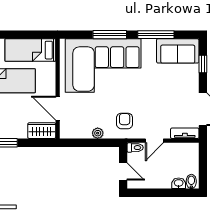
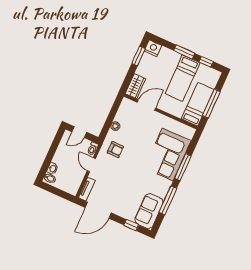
window: (22, 35) -> (211, 104), added
corner sofa: (103, 66) -> (168, 154), width x0.73, depth x0.74

